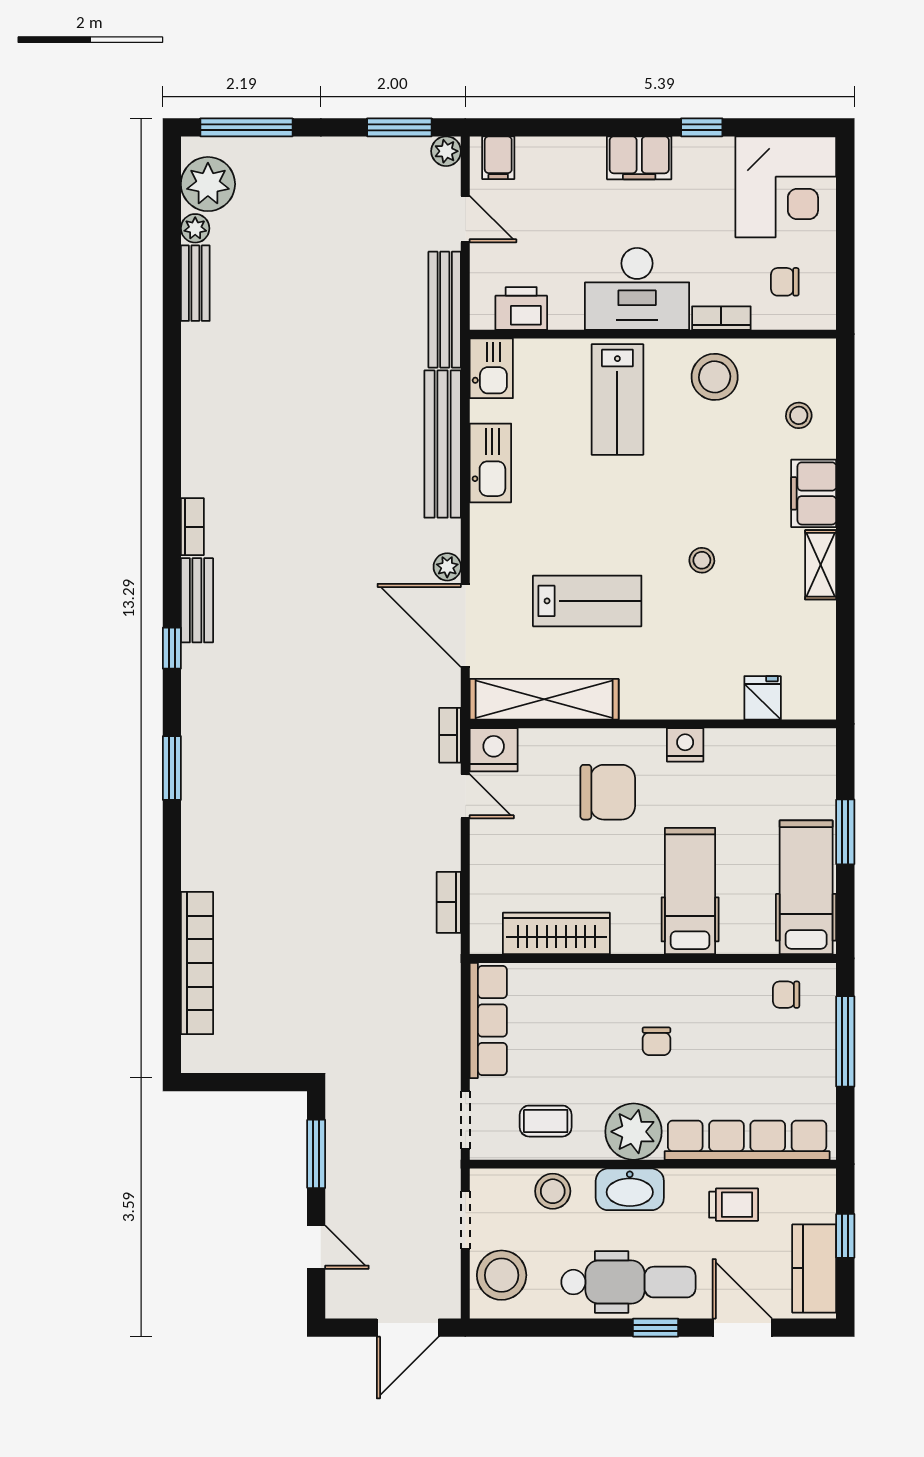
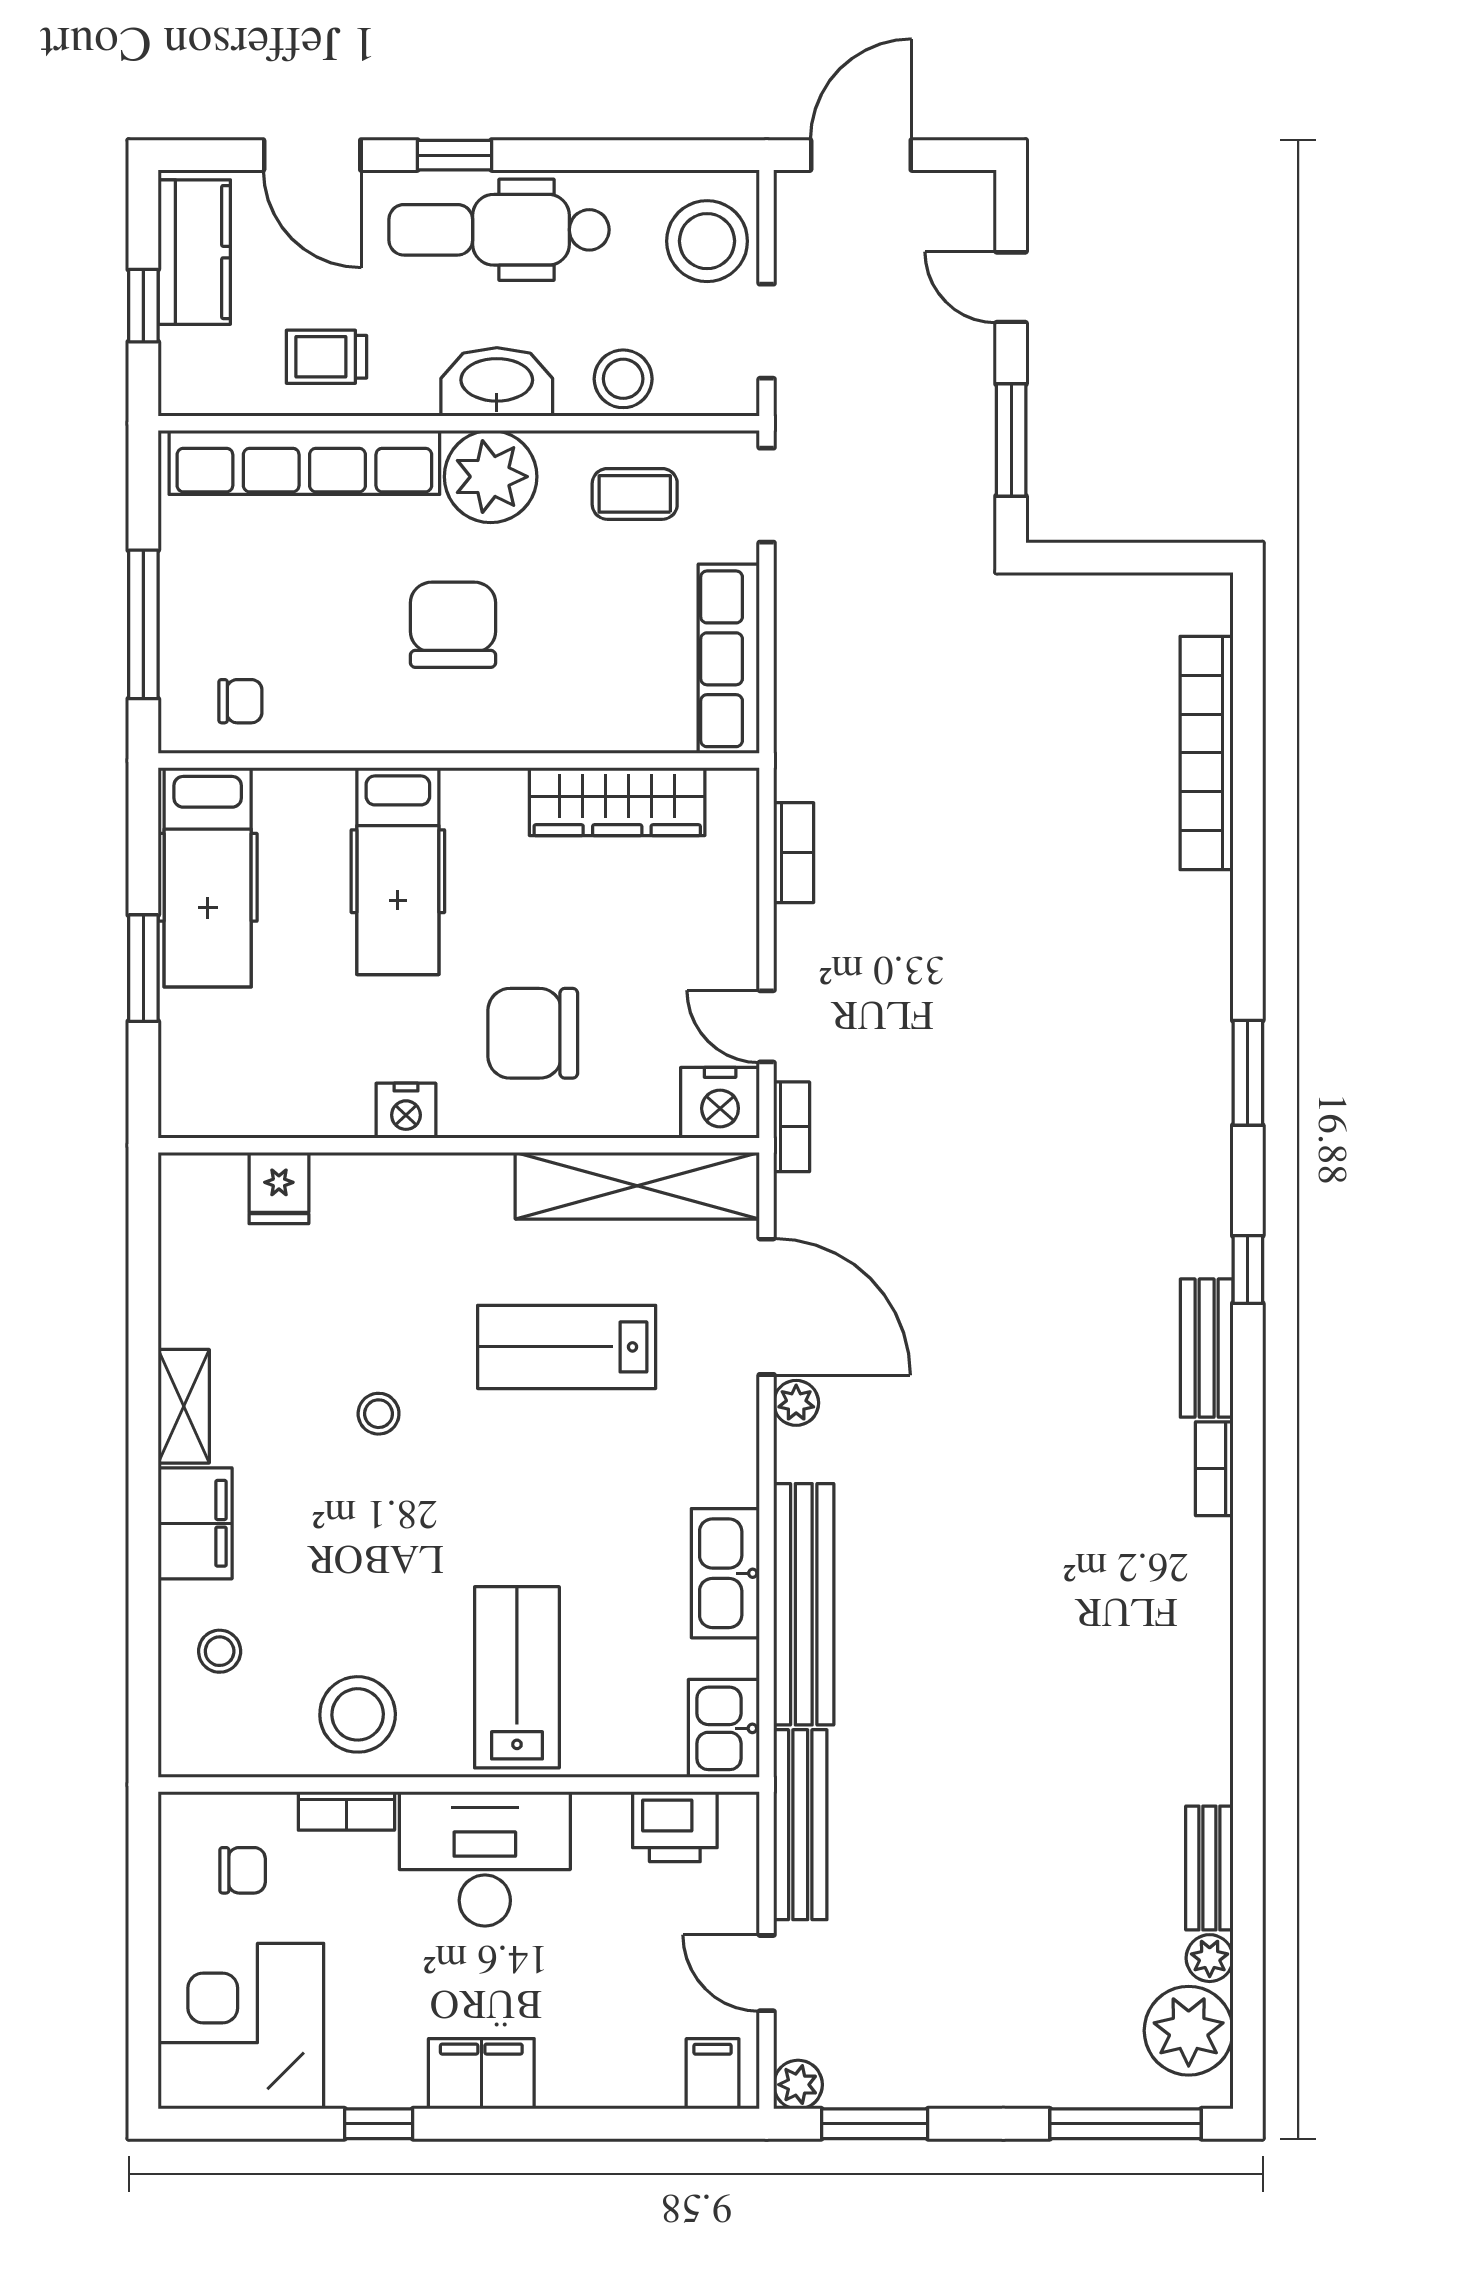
chair: (656, 1041) -> (453, 625), width x1.87, depth x1.87

